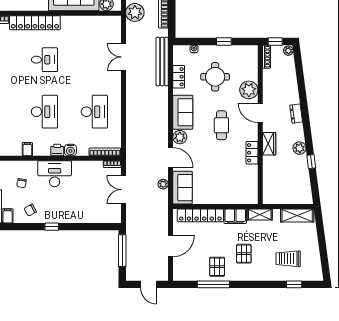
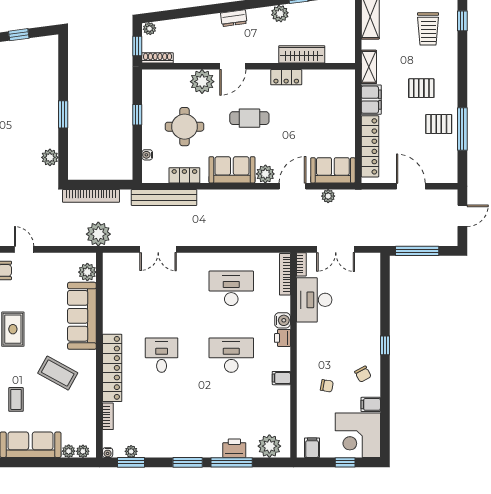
wardrobe: (269, 144) -> (302, 54), moved, width x1.50
desk: (55, 174) -> (314, 300), moved

